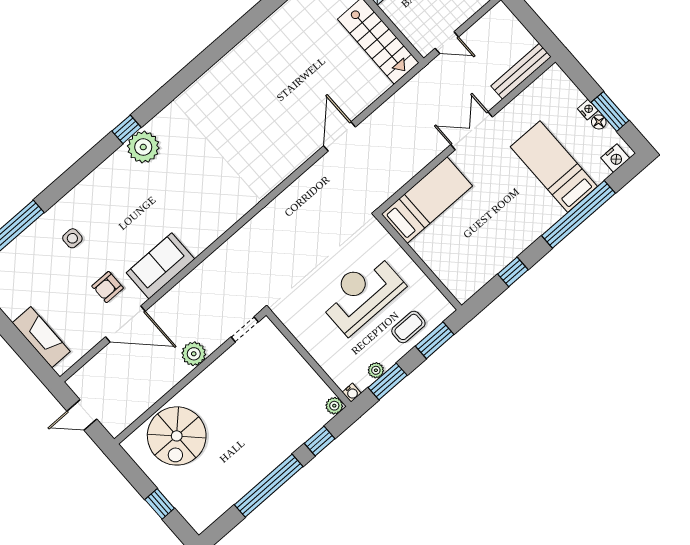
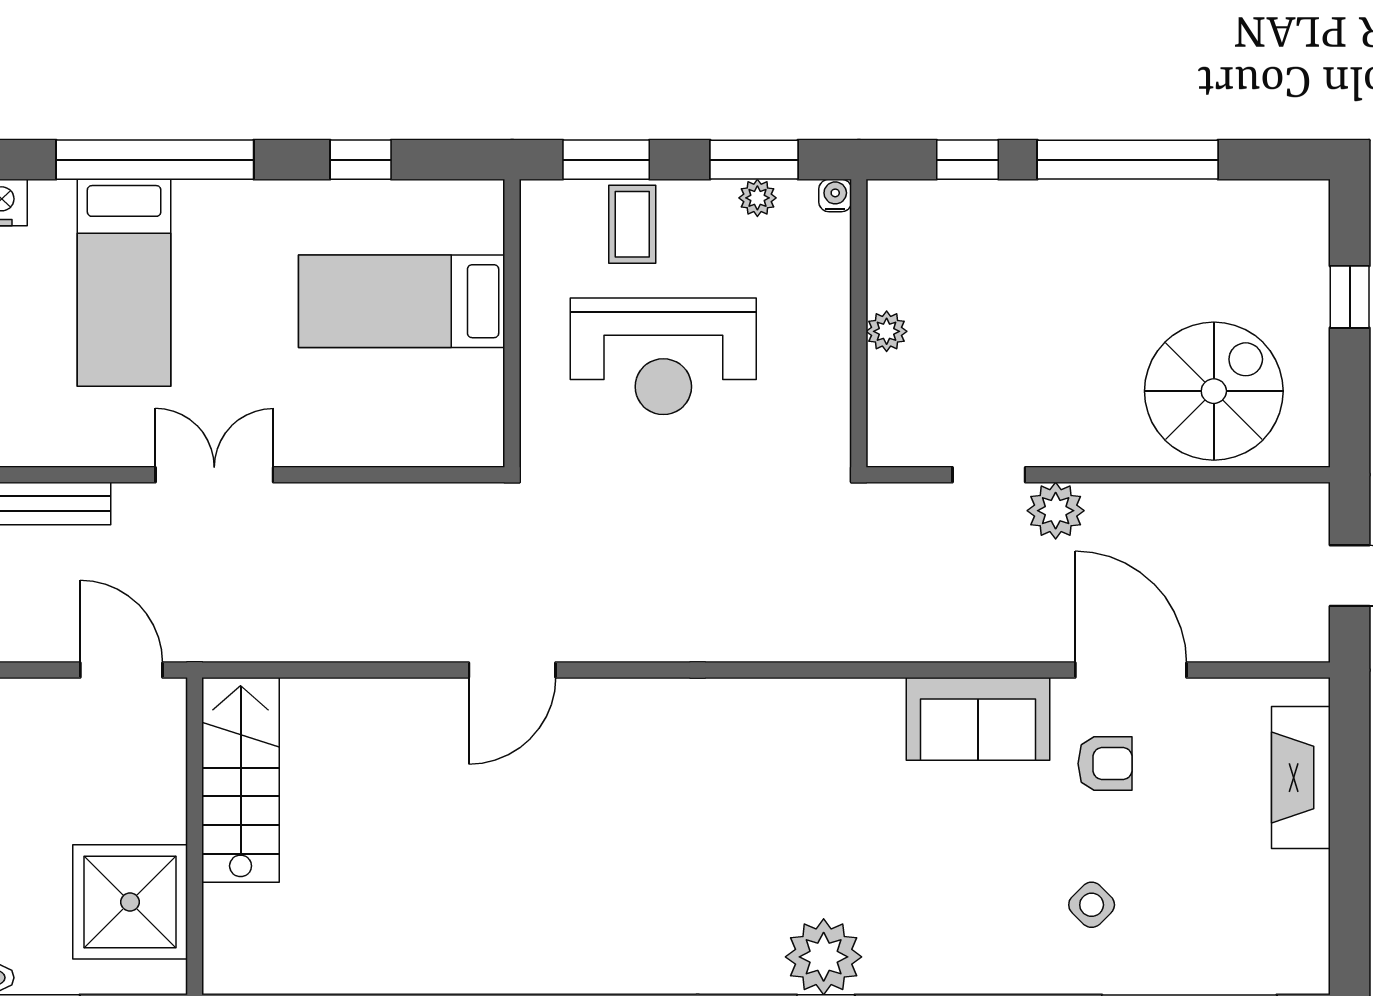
door: (447, 43) -> (121, 670), width x1.38
double door: (472, 131) -> (214, 475), swing flipped
door: (340, 136) -> (512, 670), moved
bed: (427, 200) -> (402, 301), moved
side table: (72, 238) -> (1092, 905), turned 45
coffee table: (408, 327) -> (632, 224), turned 90
doorway: (245, 329) -> (989, 475), moved
plant: (334, 406) -> (887, 331), moved

